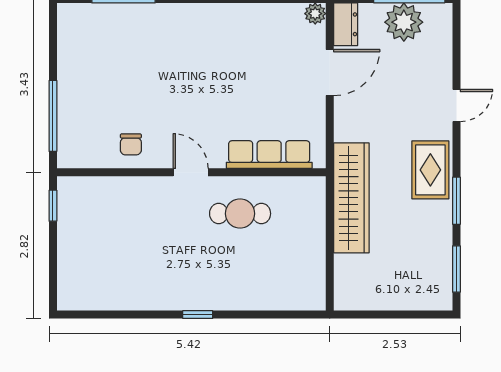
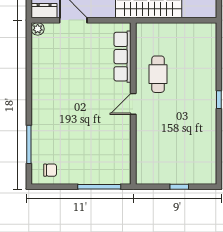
chair: (131, 144) -> (50, 170), moved
window: (53, 206) -> (179, 187), moved

